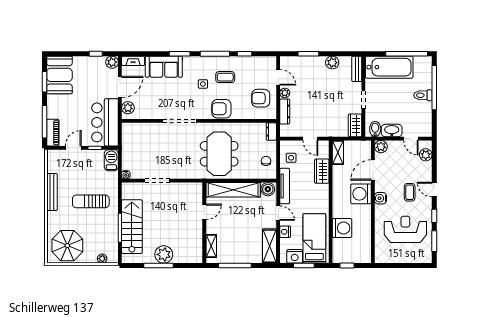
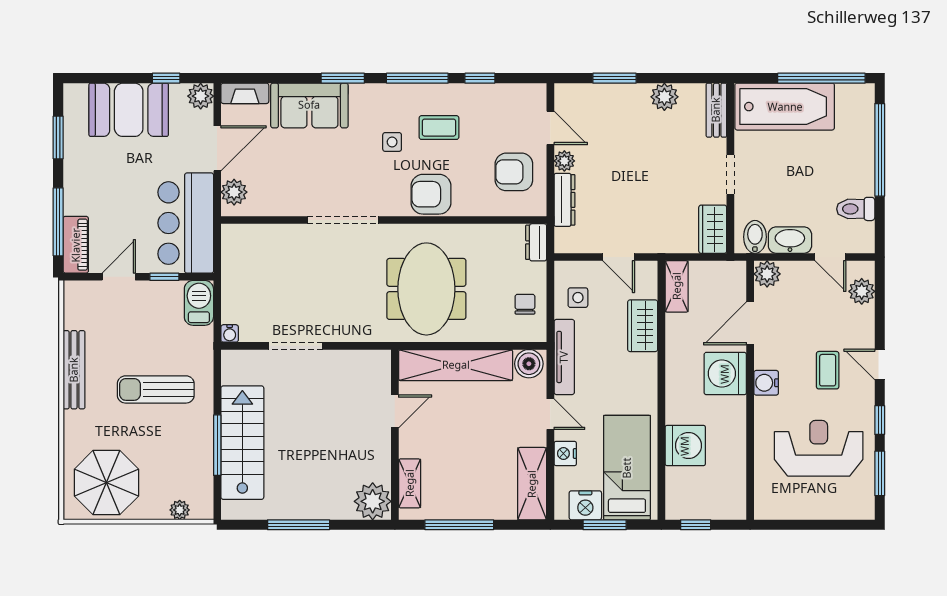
booth: (59, 75) -> (129, 110), moved, turned 90
toilet: (423, 95) -> (856, 209), moved
plant: (164, 254) -> (373, 501), moved

